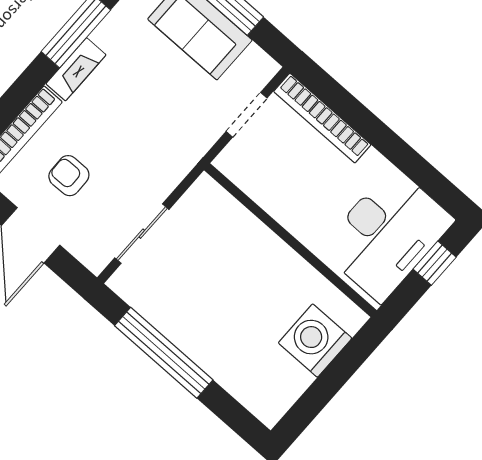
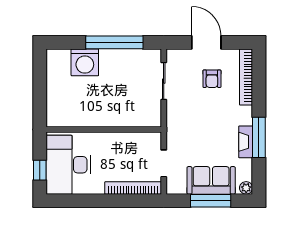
fireplace: (76, 69) -> (246, 142), moved
armchair: (69, 176) -> (212, 79), turned 91
washing machine: (315, 340) -> (85, 62), moved, turned 90

